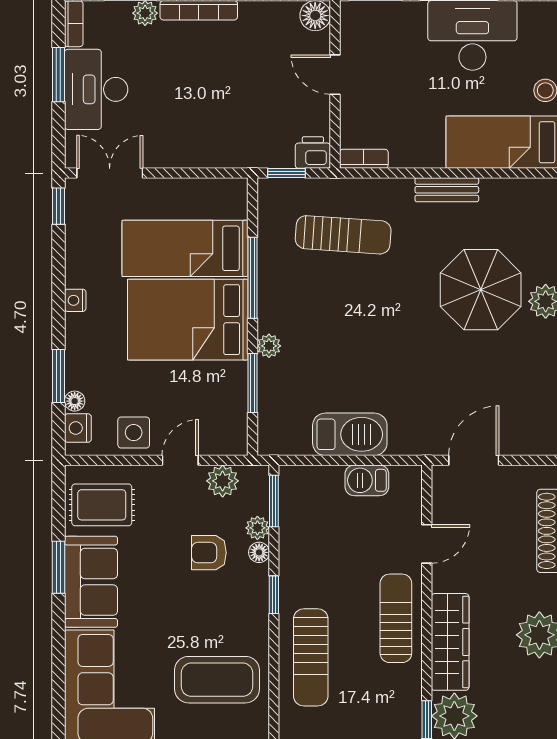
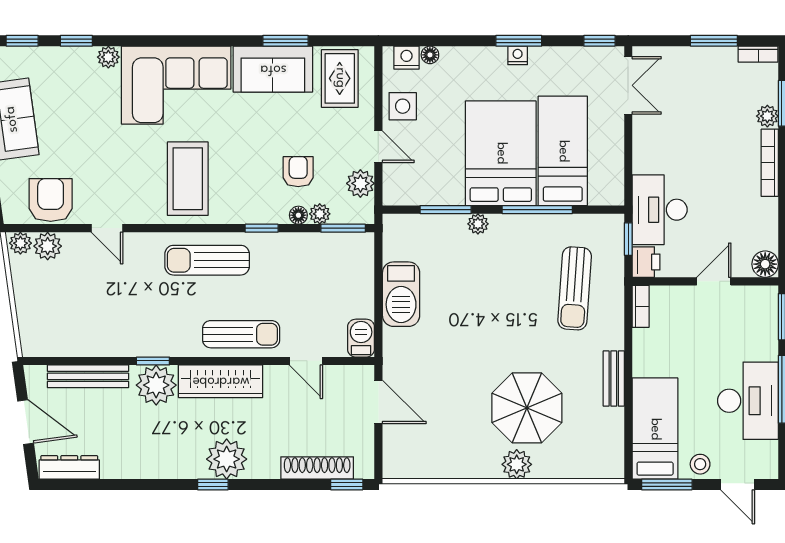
desk: (96, 89) -> (660, 210), moved, turned -90
window: (58, 376) -> (519, 41), moved
barbecue: (367, 480) -> (361, 338), moved

